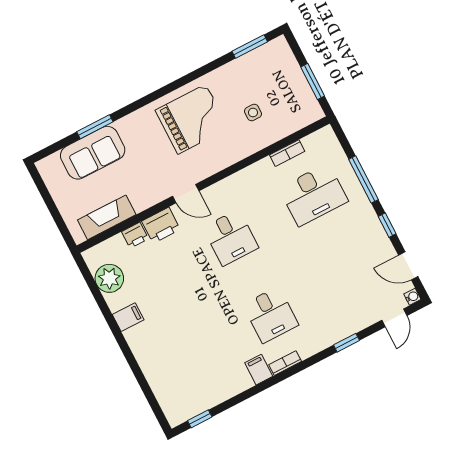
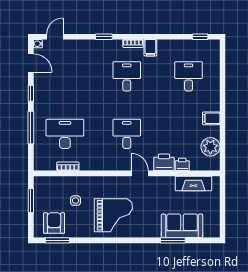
armchair: (266, 68) -> (54, 223), added
grand piano: (192, 119) -> (113, 215), turned 180
window: (347, 343) -> (104, 37), moved
desk: (188, 358) -> (189, 76), added

